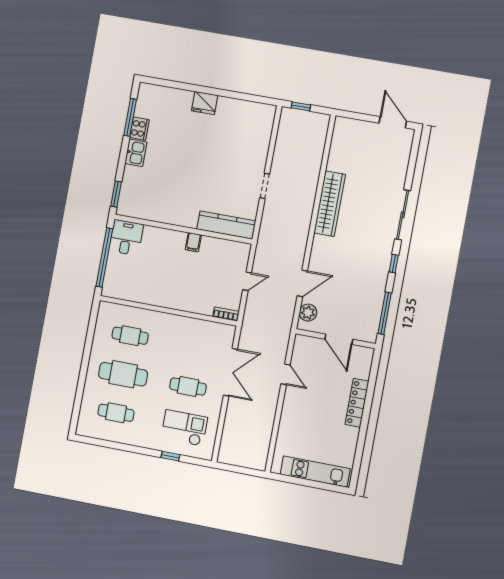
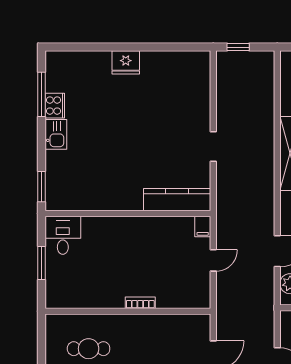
filing cabinet: (193, 242) -> (203, 227), moved
window: (104, 257) -> (41, 263), width x0.47
bookcase: (226, 314) -> (140, 303), moved

